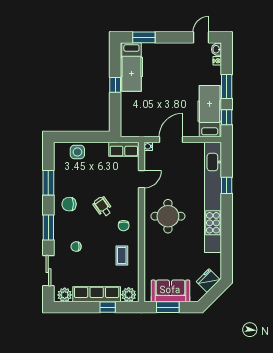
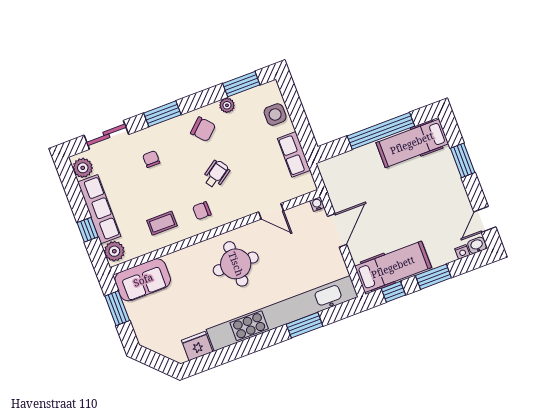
window: (144, 37) -> (463, 160), moved
door: (201, 37) -> (485, 219), swing flipped
window: (115, 85) -> (381, 131), width x3.17
door: (171, 140) -> (337, 230), hinge flipped
row of seats: (124, 149) -> (294, 154), moved
plant: (59, 182) -> (227, 105), added
window: (48, 183) -> (241, 84), moved
window: (227, 185) -> (305, 325), width x1.50
chair: (69, 204) -> (203, 129), turned 137
fridge: (208, 281) -> (197, 346), moved, turned -45
sofa: (170, 291) -> (143, 280), moved, turned 90

